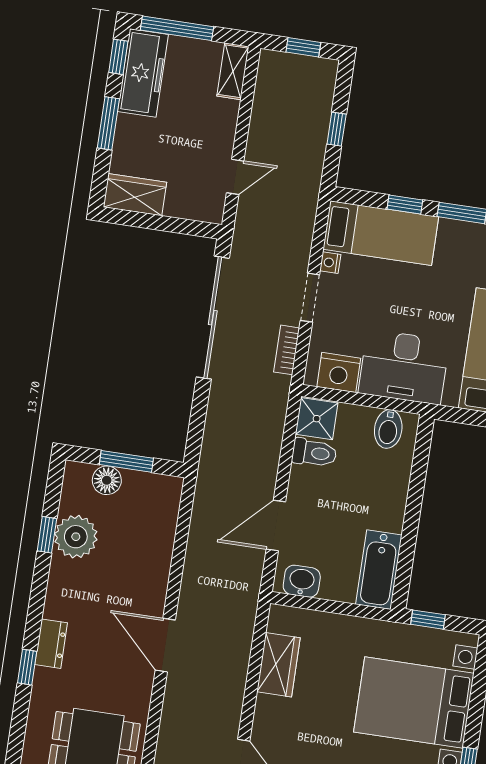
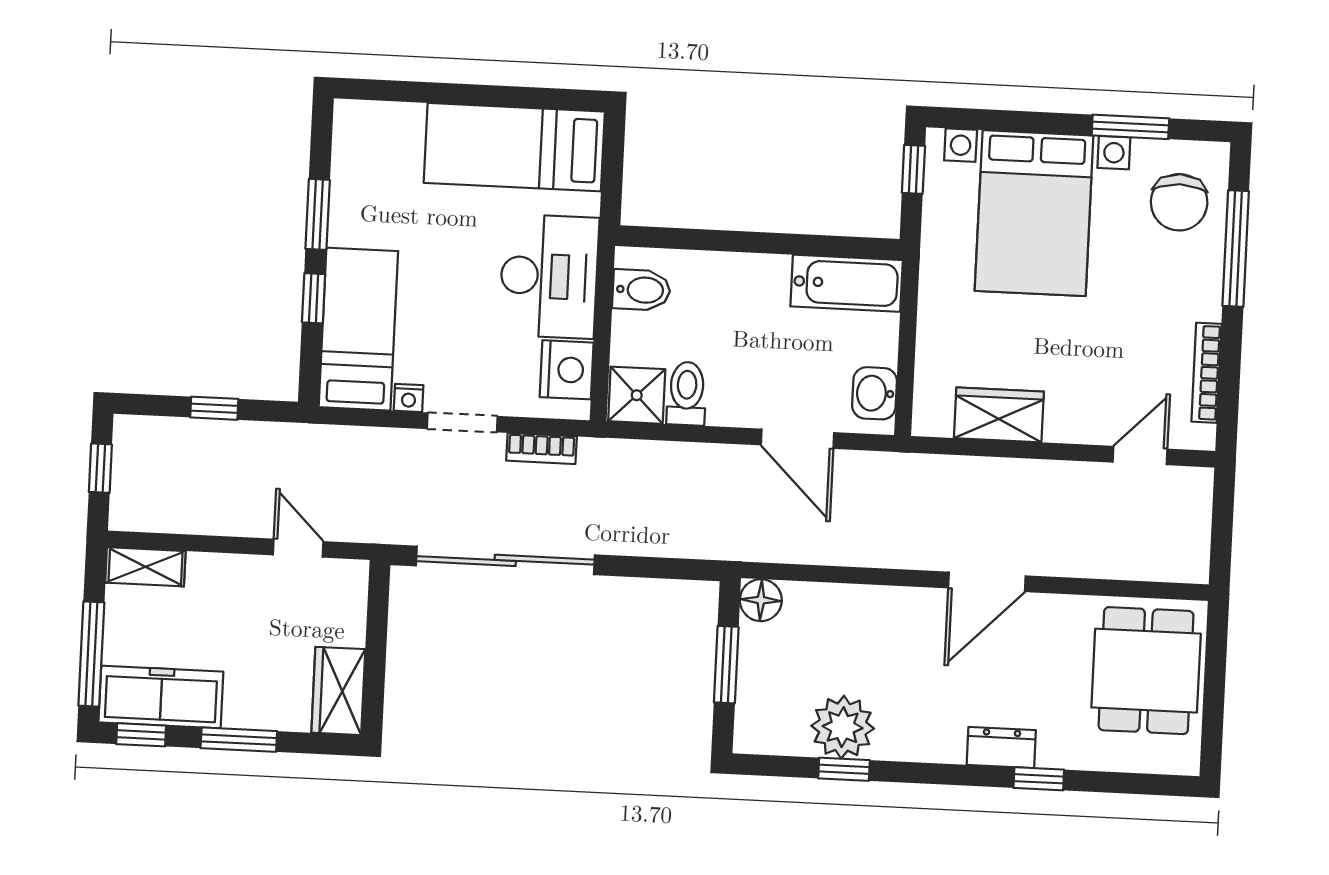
floor lamp: (107, 480) -> (761, 600), moved
window: (428, 620) -> (913, 169), moved

